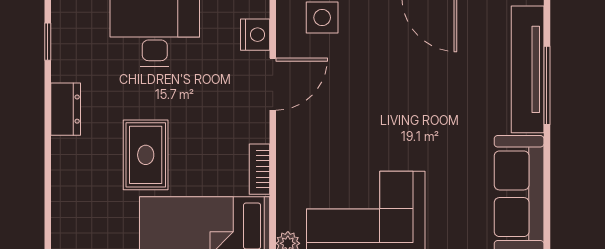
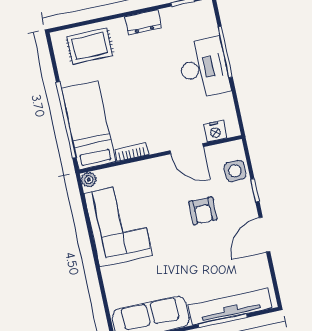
armchair: (372, 79) -> (203, 211), added
rug: (146, 155) -> (90, 46), moved

